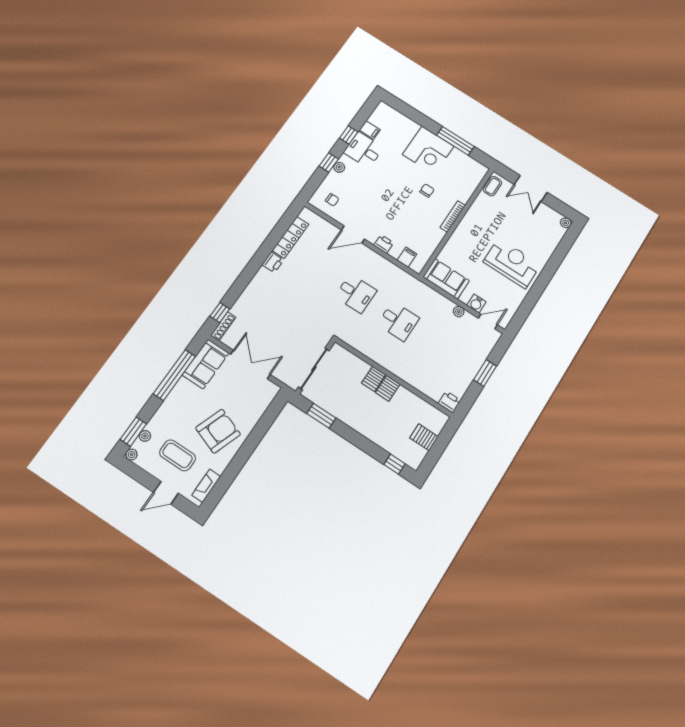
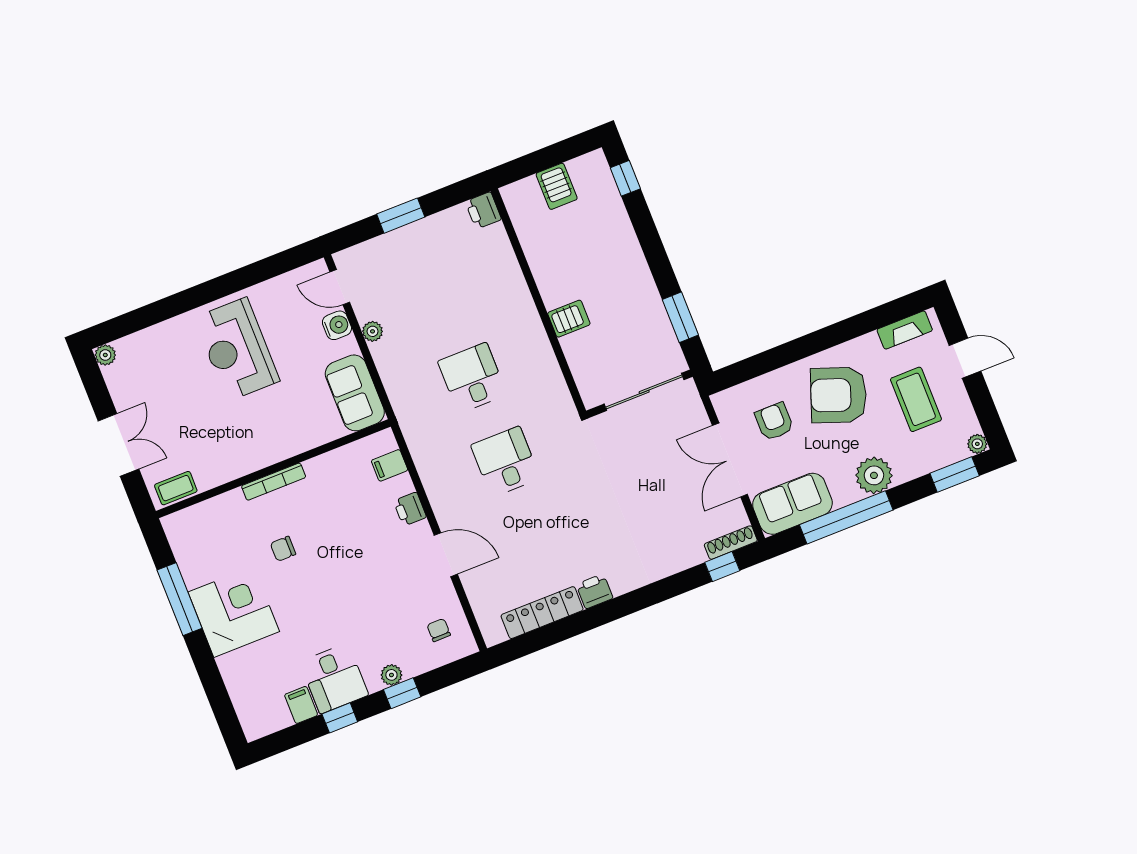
server rack: (388, 388) -> (558, 291), removed
armchair: (241, 397) -> (774, 422), added
plant: (145, 436) -> (874, 475), moved, width x1.88, depth x1.88

